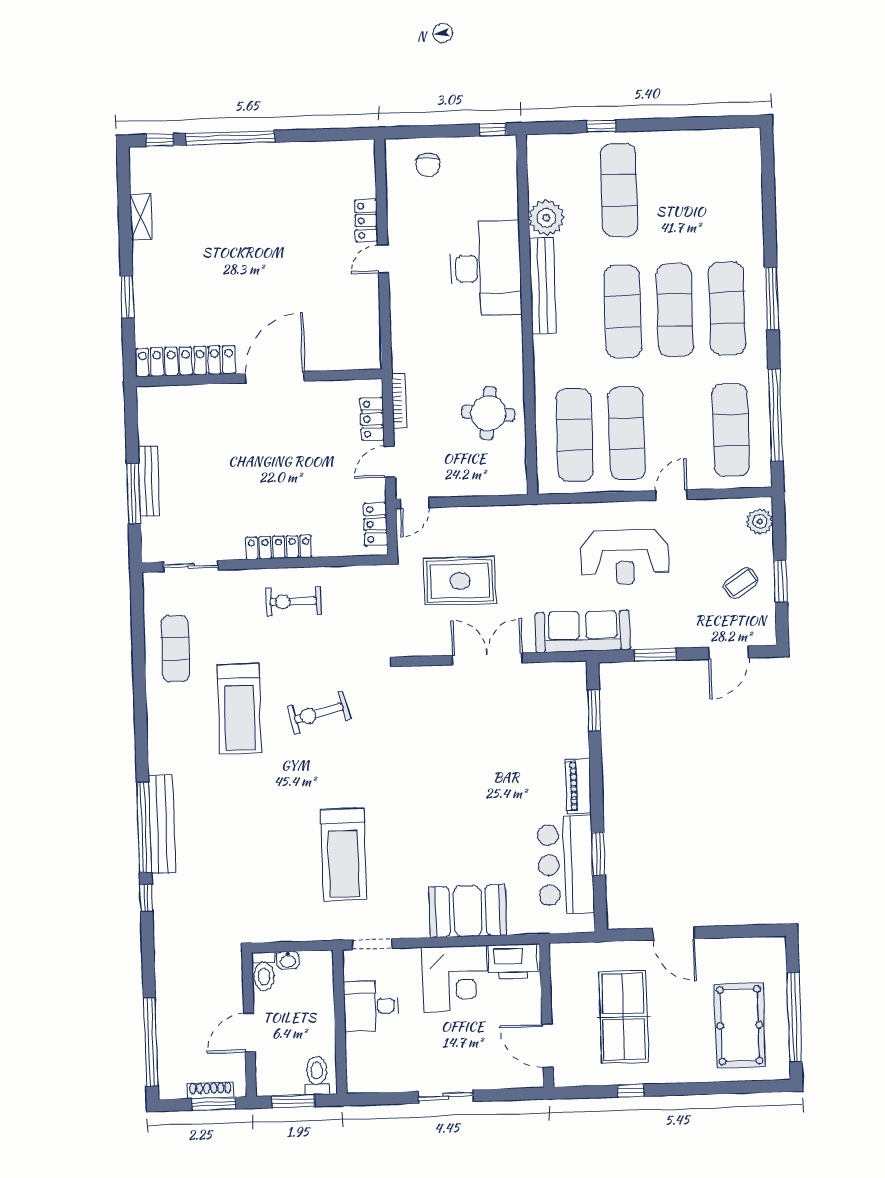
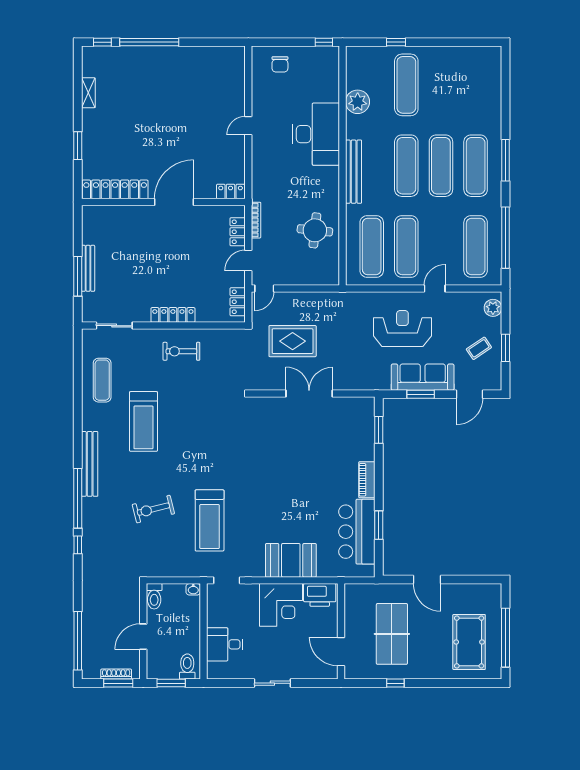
locker: (366, 221) -> (231, 191), moved, turned 90
bench: (543, 286) -> (354, 172), moved
reception desk: (625, 557) -> (402, 329), turned 180
sofa: (583, 631) -> (423, 377), moved
exercise bike: (319, 713) -> (153, 509), moved
bench: (162, 824) -> (90, 464), moved
washbasin: (288, 960) -> (193, 589), moved
desk: (371, 1006) -> (225, 644), moved

